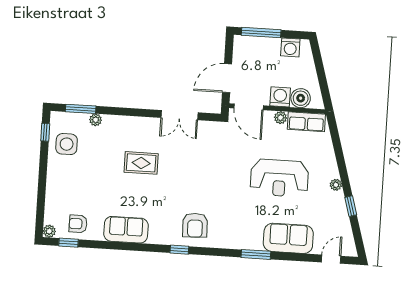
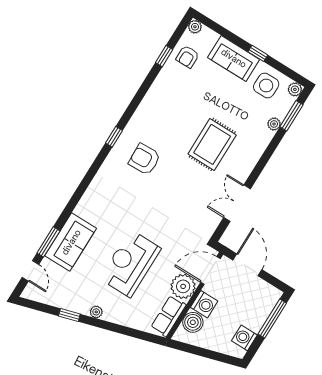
plant: (57, 118) -> (295, 89), added
plant: (281, 118) -> (183, 286), width x1.87, depth x1.87
window: (45, 132) -> (258, 53), moved
rug: (141, 163) -> (212, 144), width x1.36, depth x1.43
armchair: (78, 224) -> (188, 57), turned 180
armchair: (195, 225) -> (145, 159), moved
sofa: (126, 230) -> (234, 58), moved, turned 90
window: (69, 243) -> (164, 56), moved
window: (256, 254) -> (48, 242), moved

